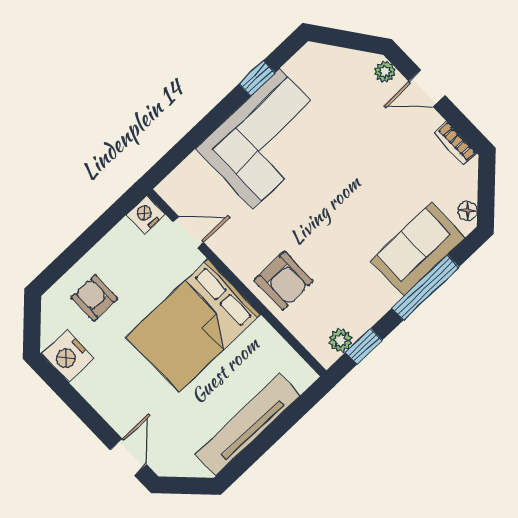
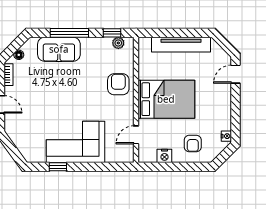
plant: (385, 72) -> (10, 125), removed
floor lamp: (468, 211) -> (19, 55), moved
nightstand: (146, 215) -> (164, 156), moved
door: (188, 232) -> (136, 135), hinge flipped
nightstand: (68, 356) -> (226, 136), width x0.53, depth x0.56

